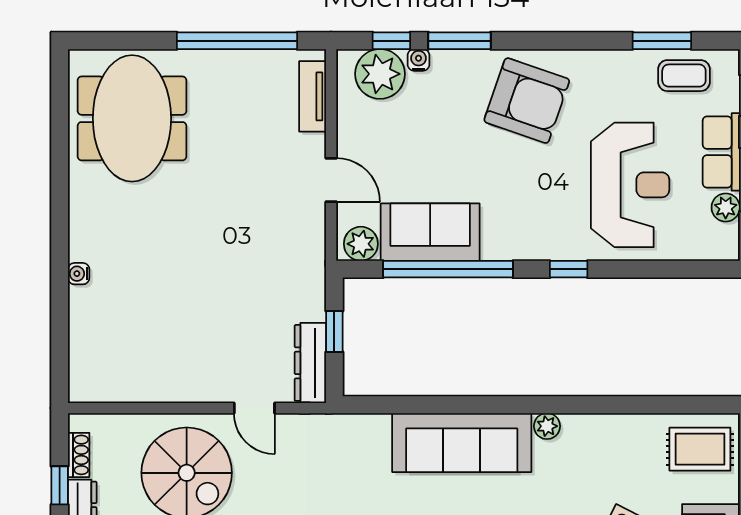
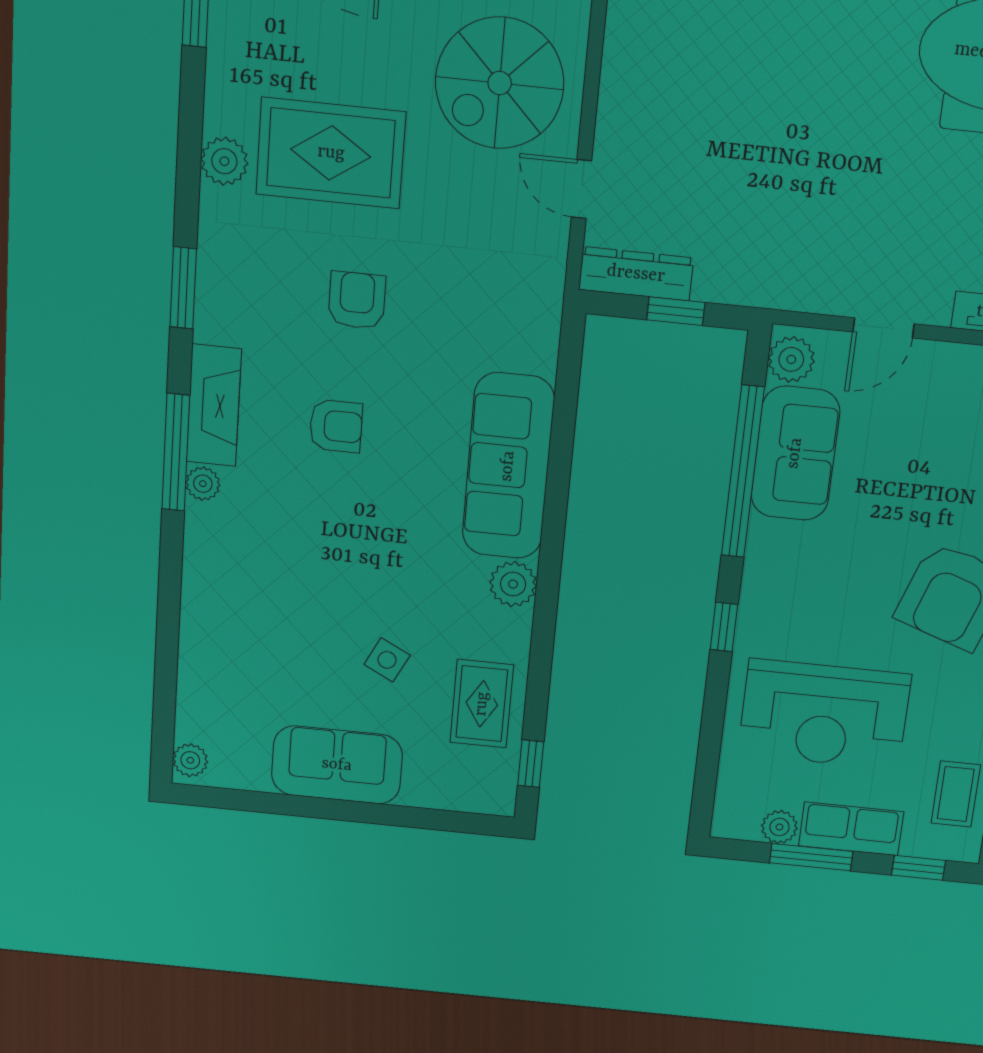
window: (694, 405) -> (531, 764), added
door: (254, 408) -> (581, 189), hinge flipped
plant: (547, 426) -> (513, 584), width x1.38, depth x1.38
rug: (700, 449) -> (482, 704), moved

